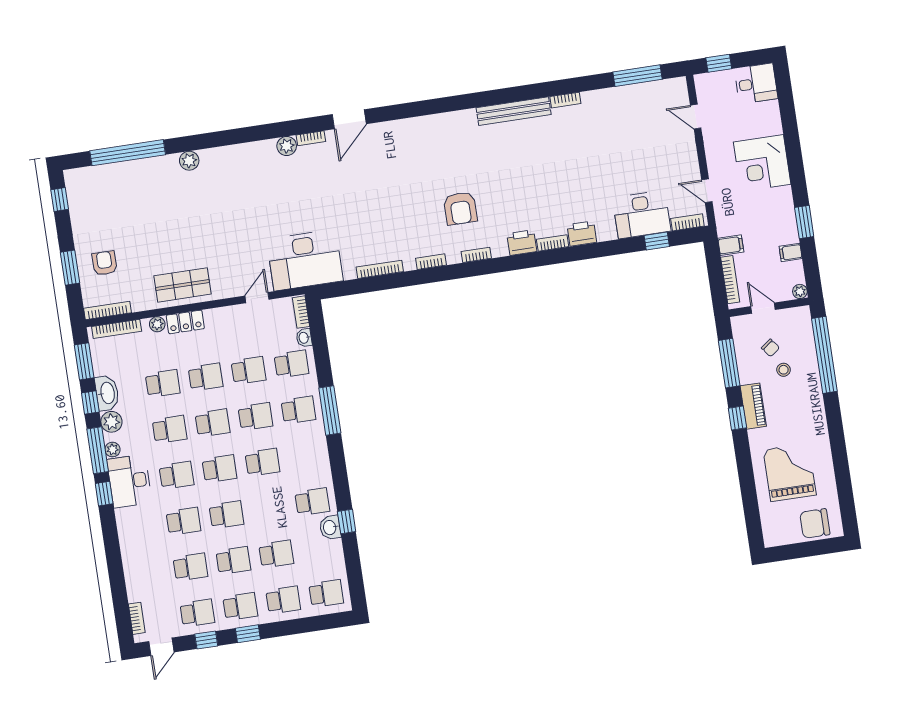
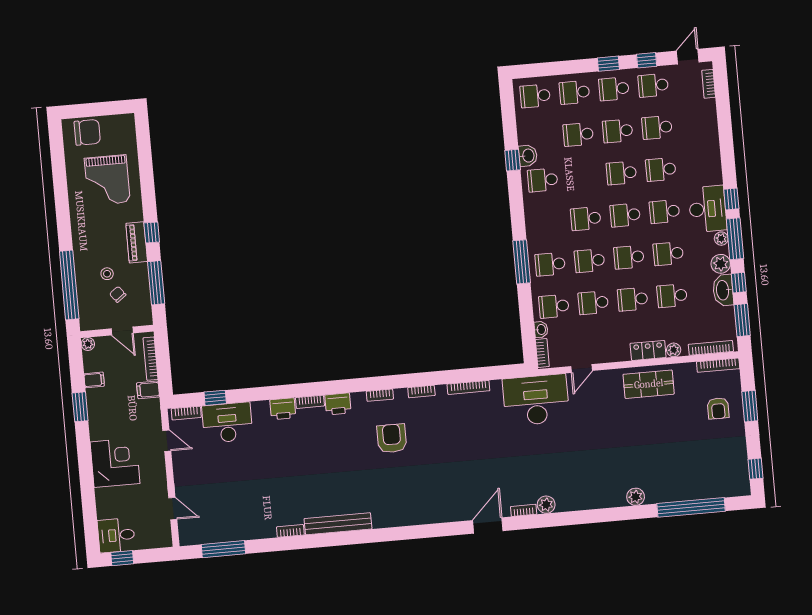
window: (719, 63) -> (122, 558), moved

